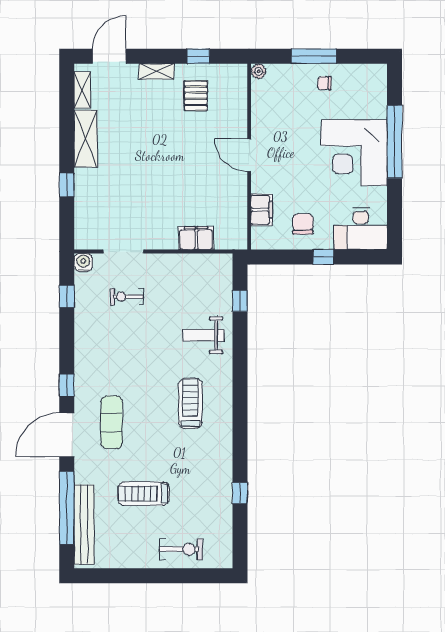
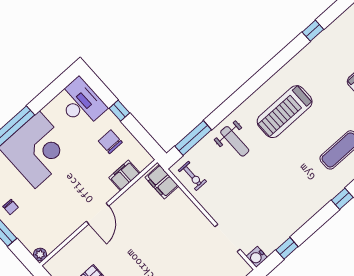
chair: (303, 224) -> (110, 142), turned 90
filing cabinet: (196, 238) -> (162, 182), moved
exercise bike: (127, 297) -> (192, 176), moved
window: (240, 301) -> (193, 138), width x2.17
treadmill: (190, 403) -> (285, 112), width x1.37, depth x1.38

